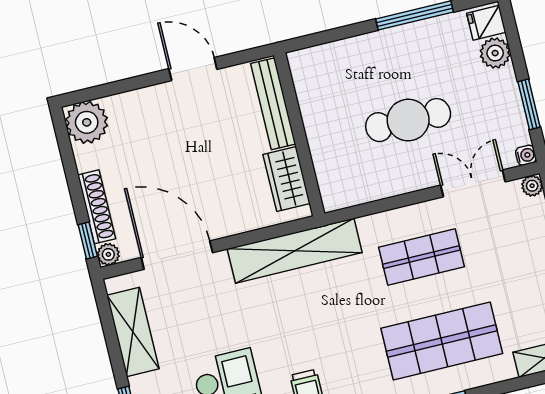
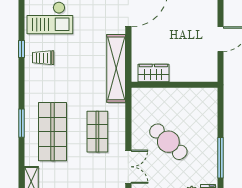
bench: (273, 104) -> (193, 75), removed
cafe table: (408, 120) -> (168, 142), turned -47

